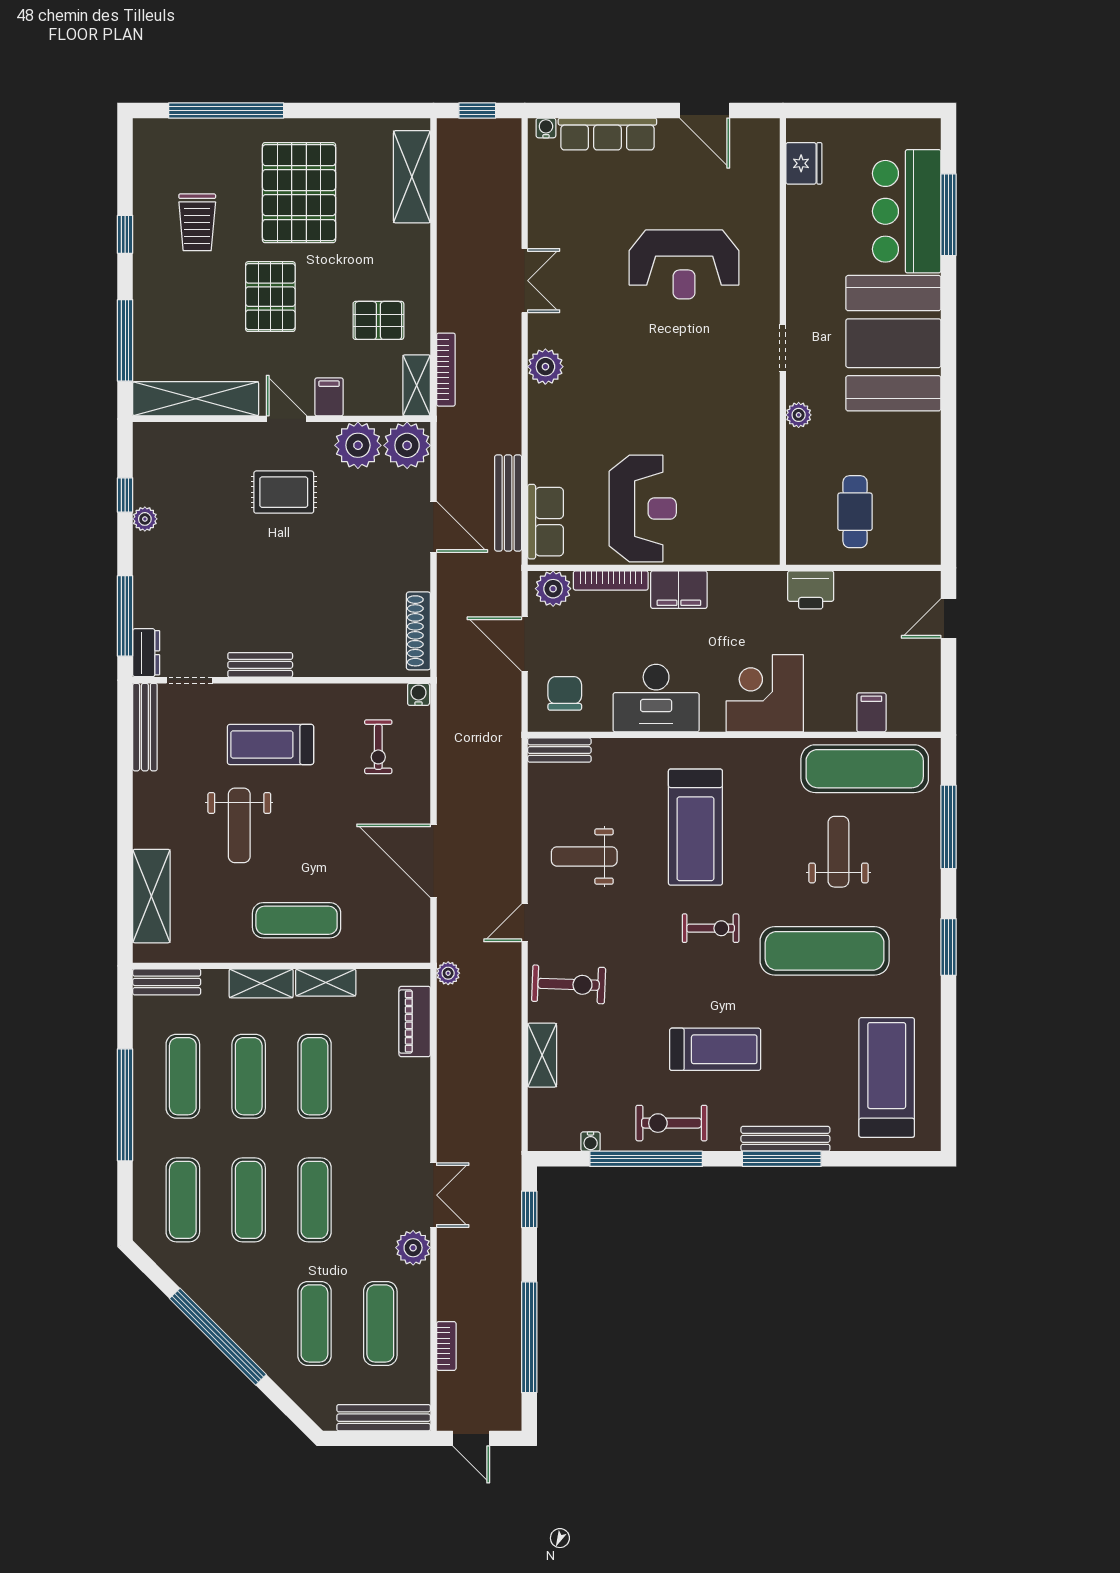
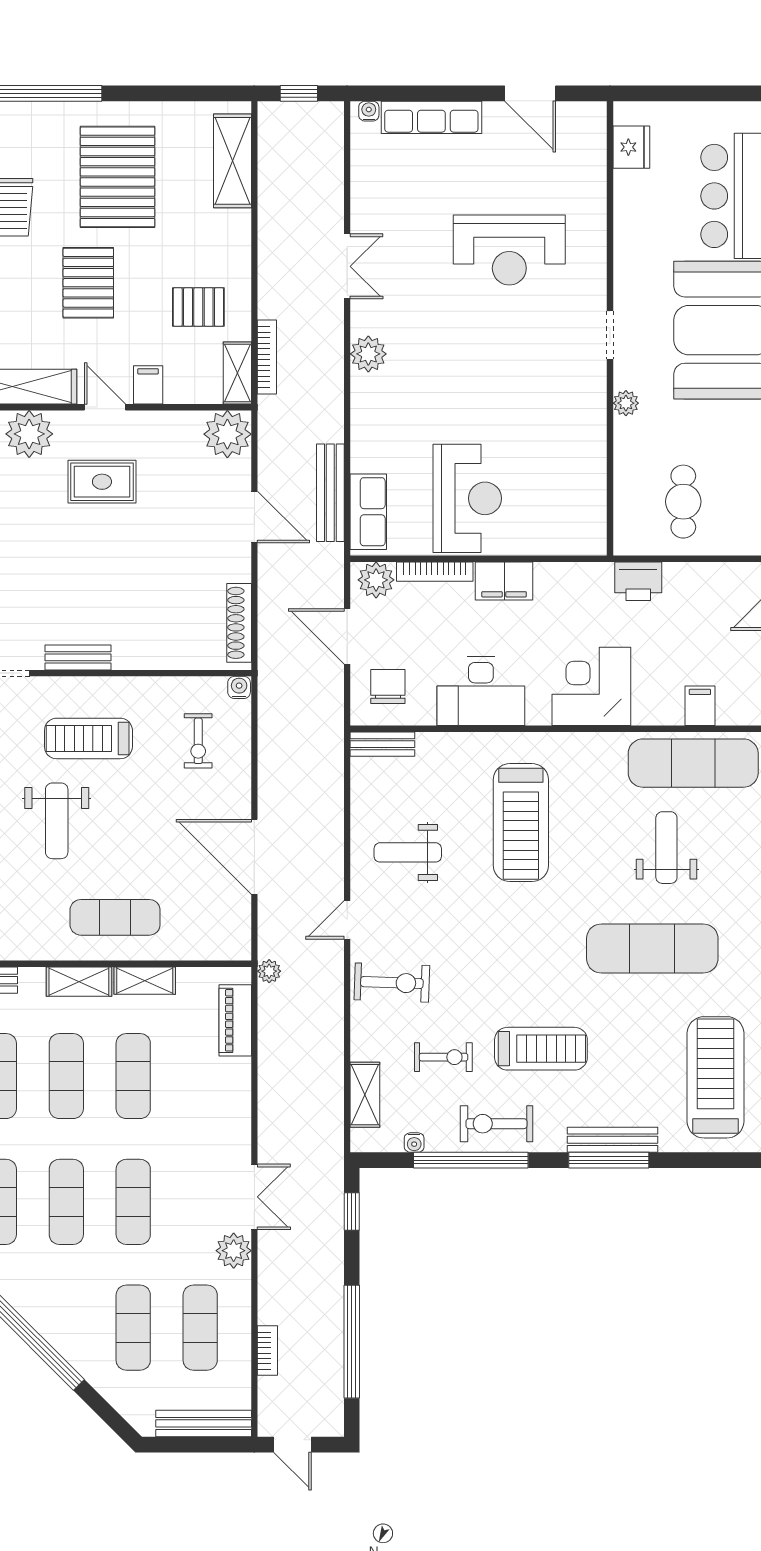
plant: (358, 445) -> (29, 434), moved
exercise bike: (711, 928) -> (443, 1057), moved
shelving: (542, 1055) -> (365, 1095), moved

